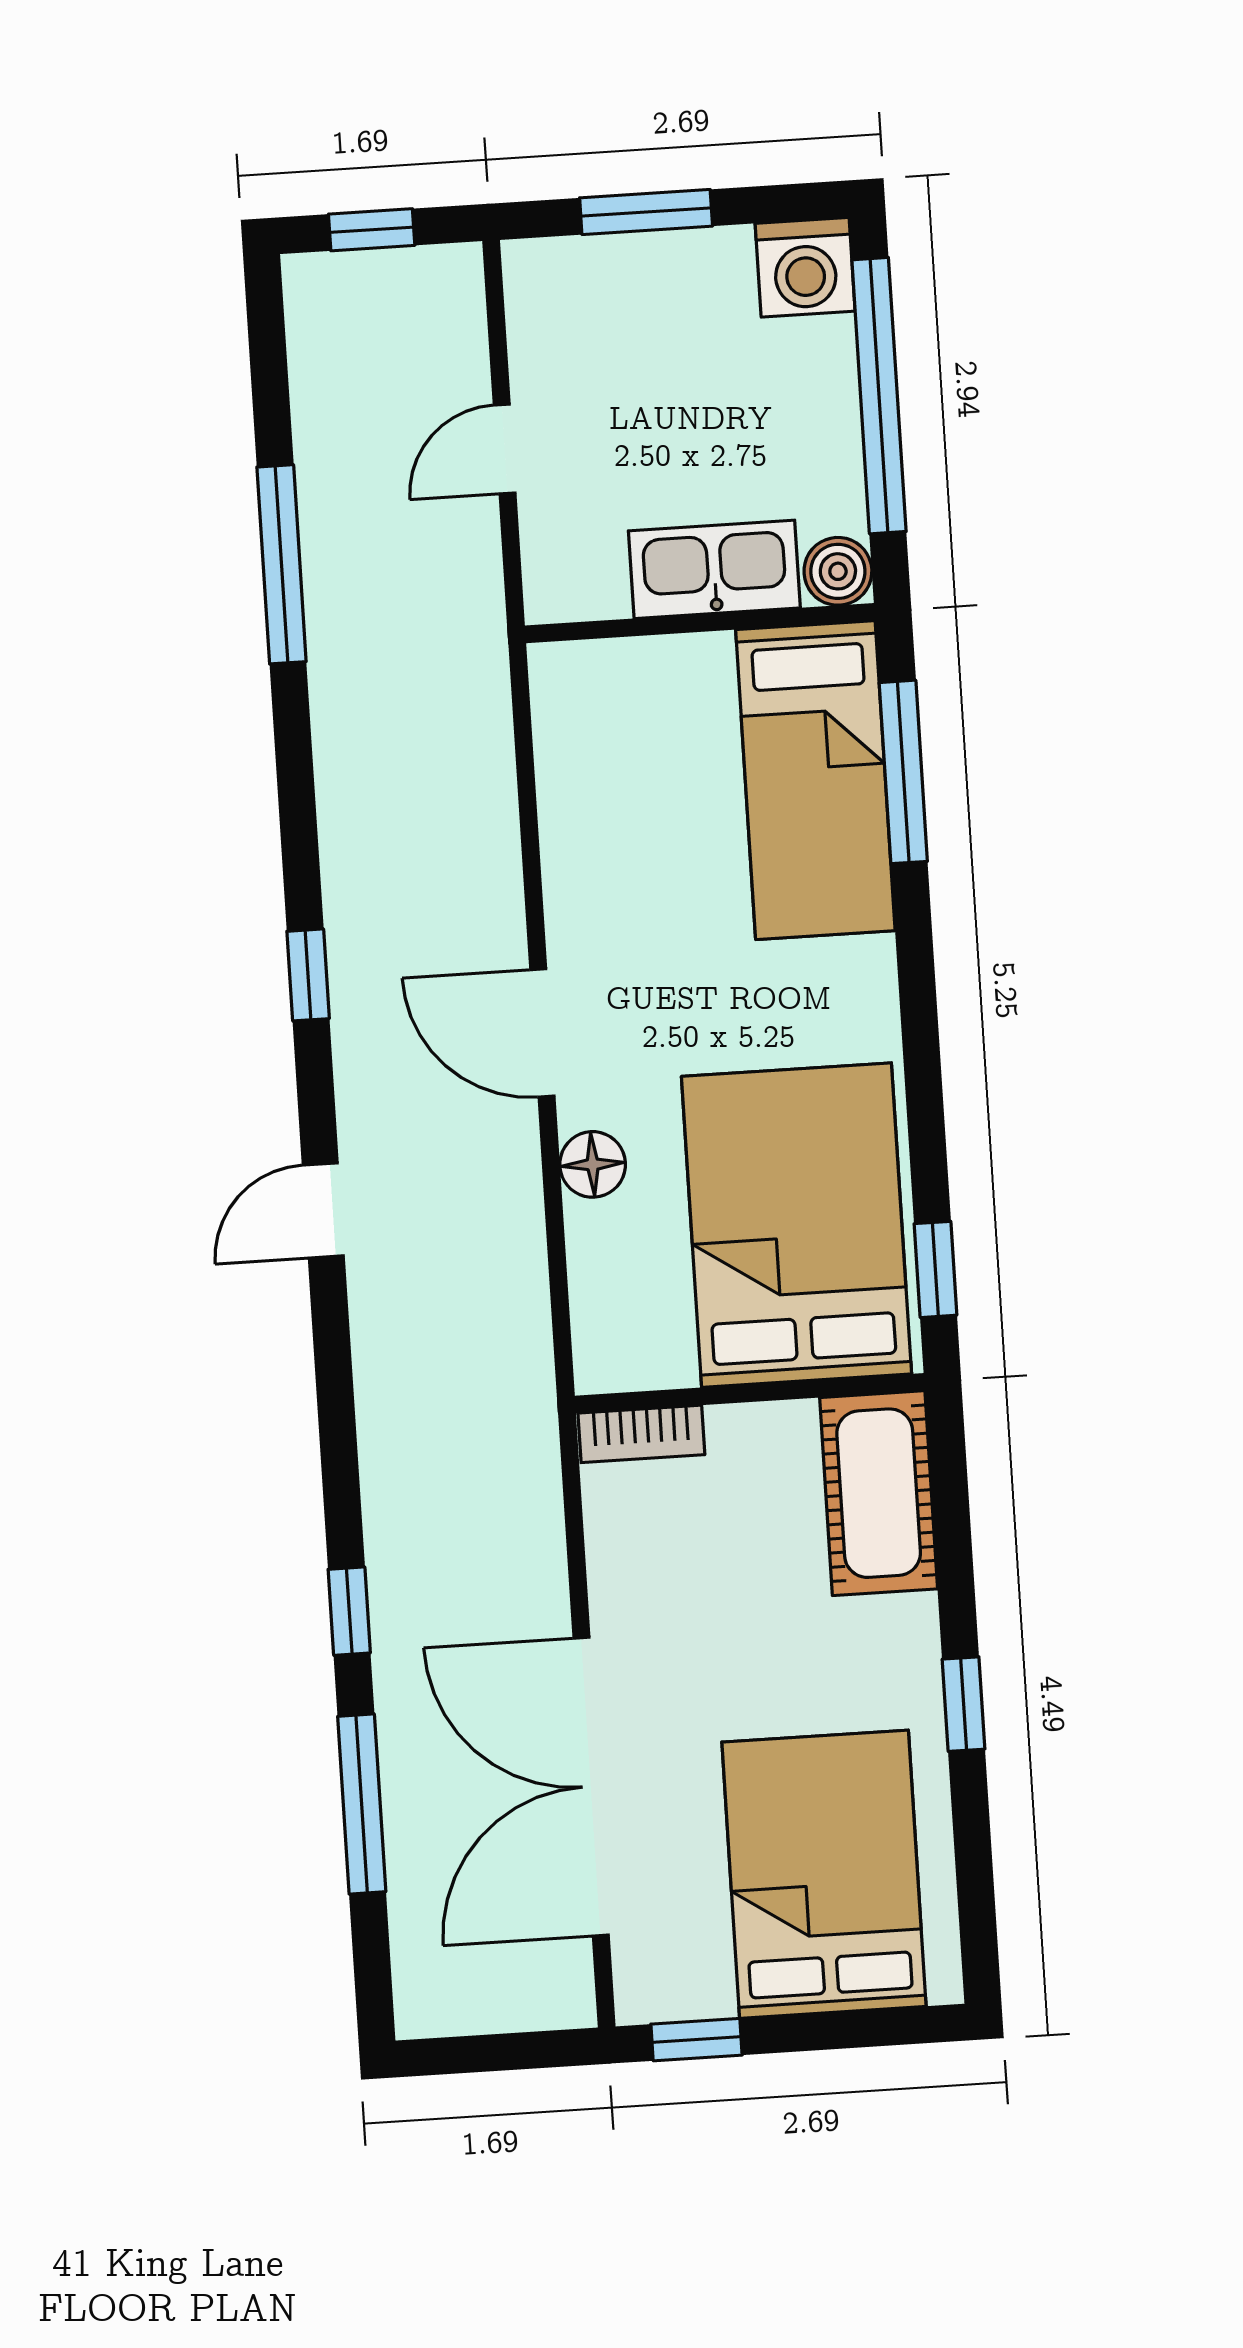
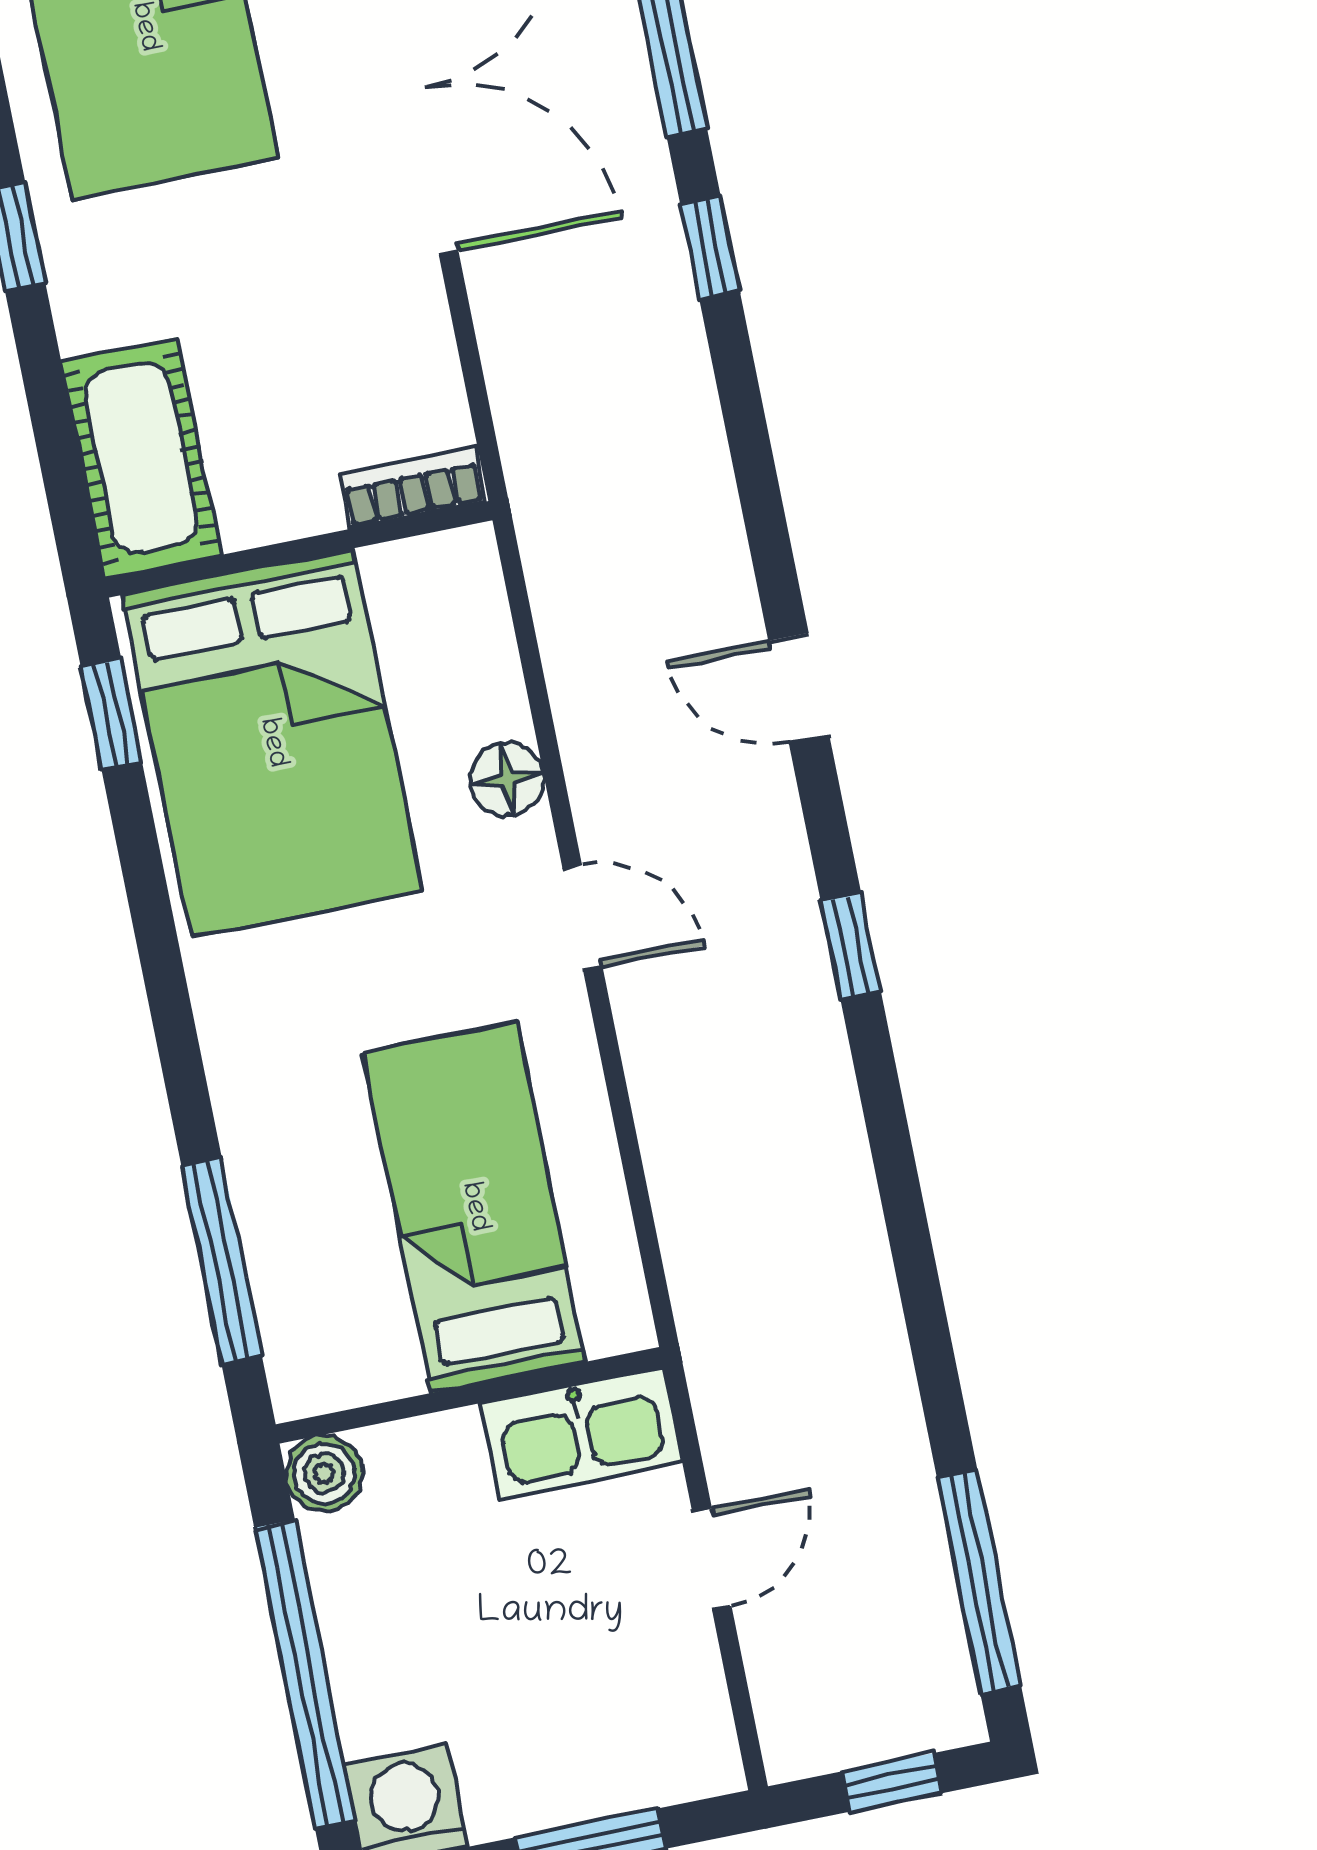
window: (282, 564) -> (979, 1581), moved
kitchen sink: (714, 569) -> (581, 1433), moved
bed: (815, 780) -> (474, 1207), moved
door: (542, 1033) -> (583, 918), width x0.73
door: (323, 1210) -> (799, 688), swing flipped

